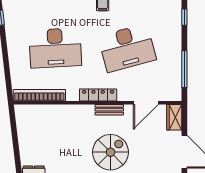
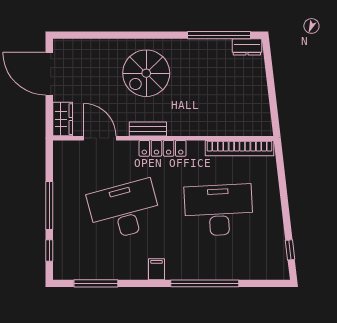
window: (184, 69) -> (49, 205), moved
door: (146, 103) -> (100, 138), hinge flipped

